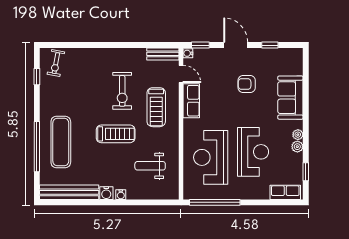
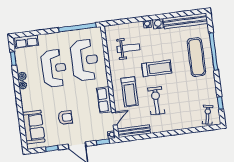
bench: (163, 54) -> (134, 131), width x1.36
door: (181, 74) -> (114, 119), swing flipped
sofa: (290, 98) -> (34, 127), moved
treadmill: (156, 107) -> (130, 92), turned 180
treadmill: (116, 134) -> (157, 68), turned 180
reception desk: (253, 152) -> (54, 68), turned 180

